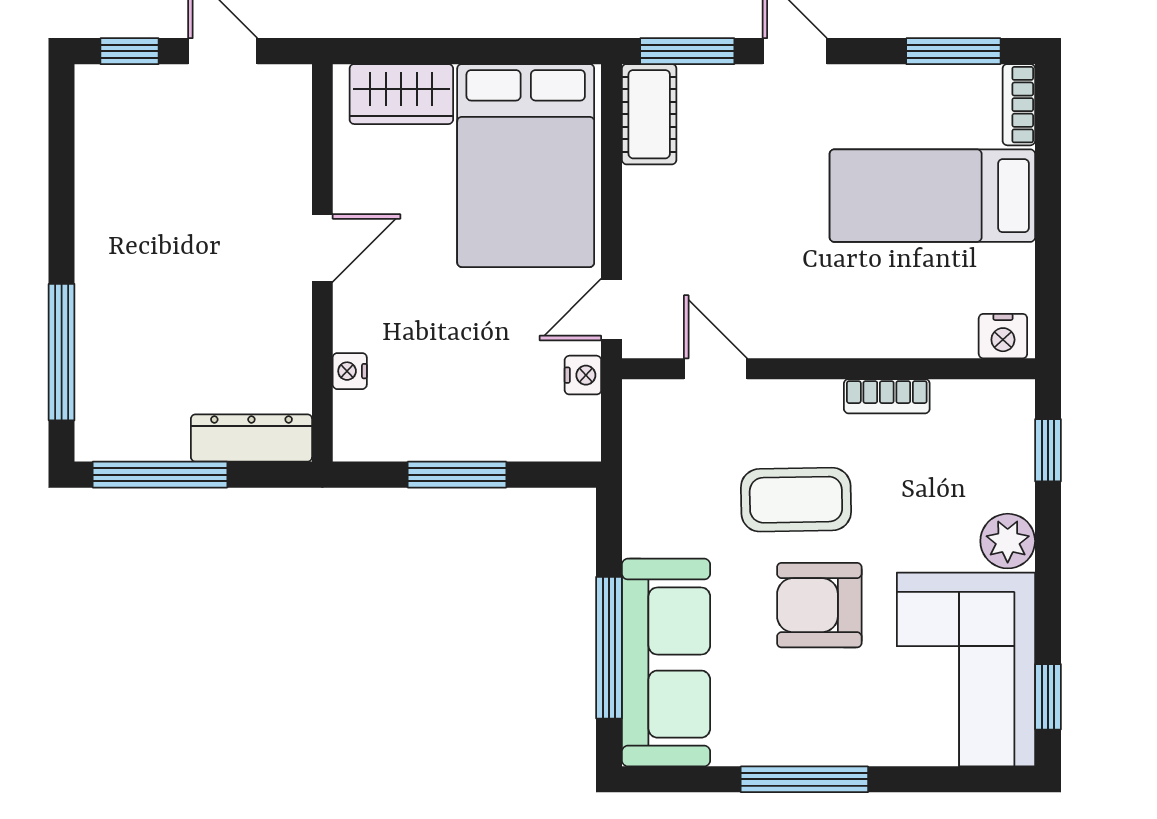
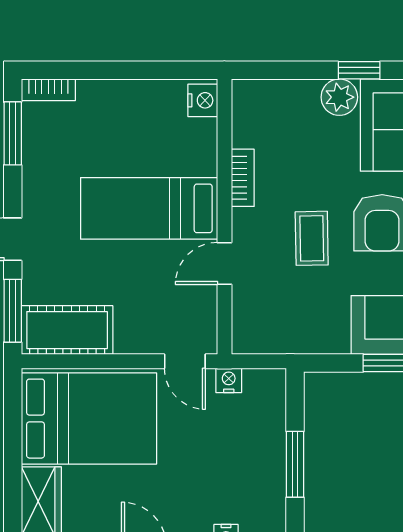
cot: (649, 114) -> (67, 330), width x1.37, depth x1.34
bed: (932, 196) -> (149, 208), moved, turned 90
door: (716, 369) -> (224, 263), moved
window: (1048, 450) -> (359, 70), moved
coffee table: (796, 500) -> (312, 238), width x0.73, depth x0.77

